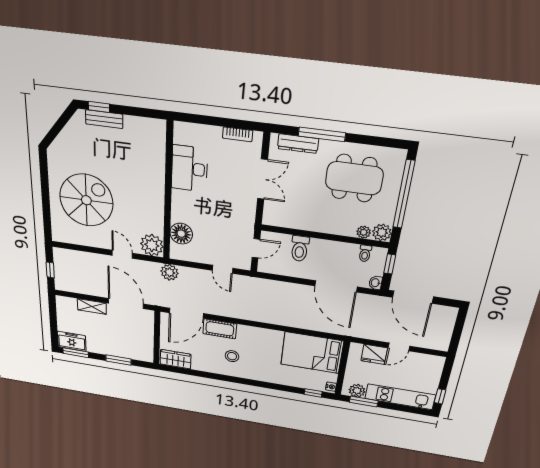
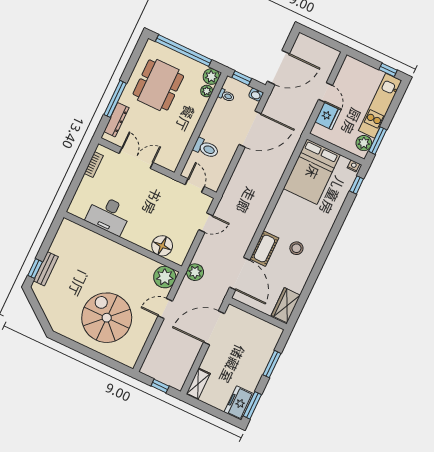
shelving: (92, 306) -> (198, 384), moved

